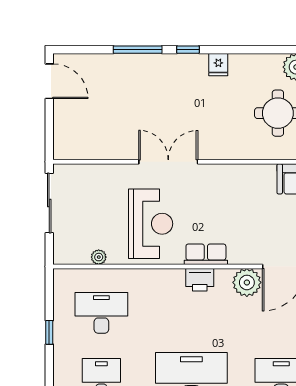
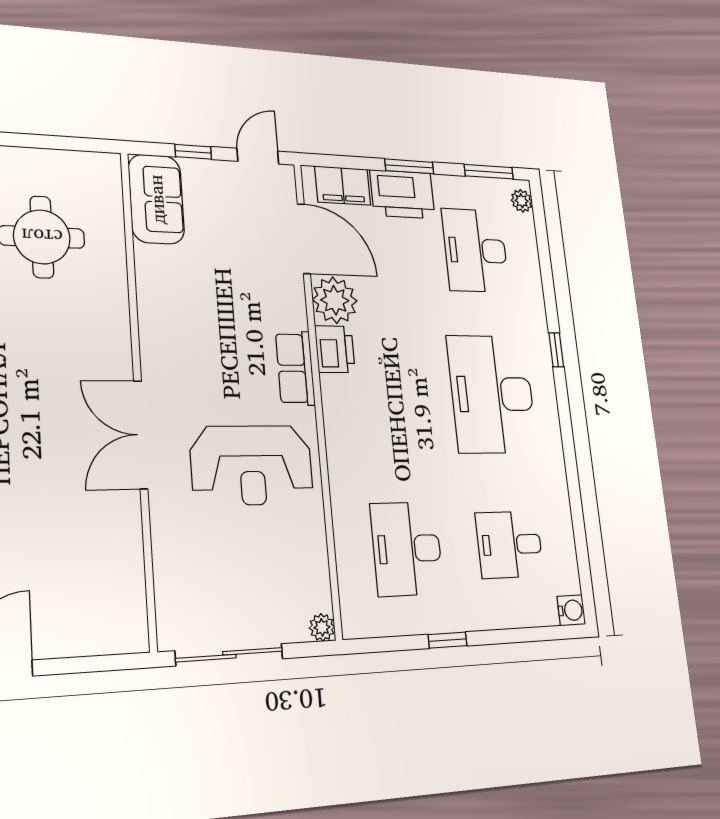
reception desk: (151, 224) -> (252, 465), turned 180
plant: (99, 257) -> (322, 627), moved
printer: (200, 280) -> (335, 349), moved

